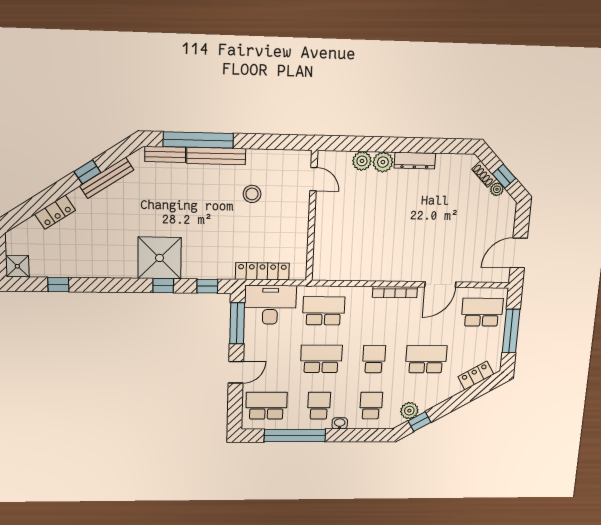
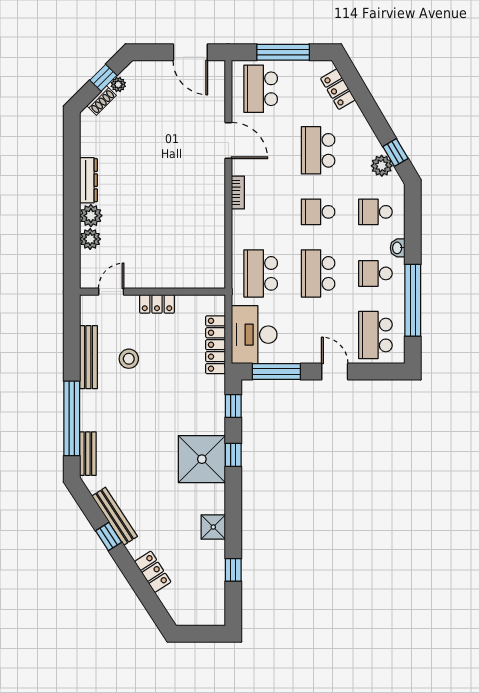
bench: (216, 156) -> (88, 357), moved
locker: (301, 220) -> (157, 304), added
shower: (17, 266) -> (213, 527), moved
bookcase: (395, 292) -> (238, 192), width x0.64

